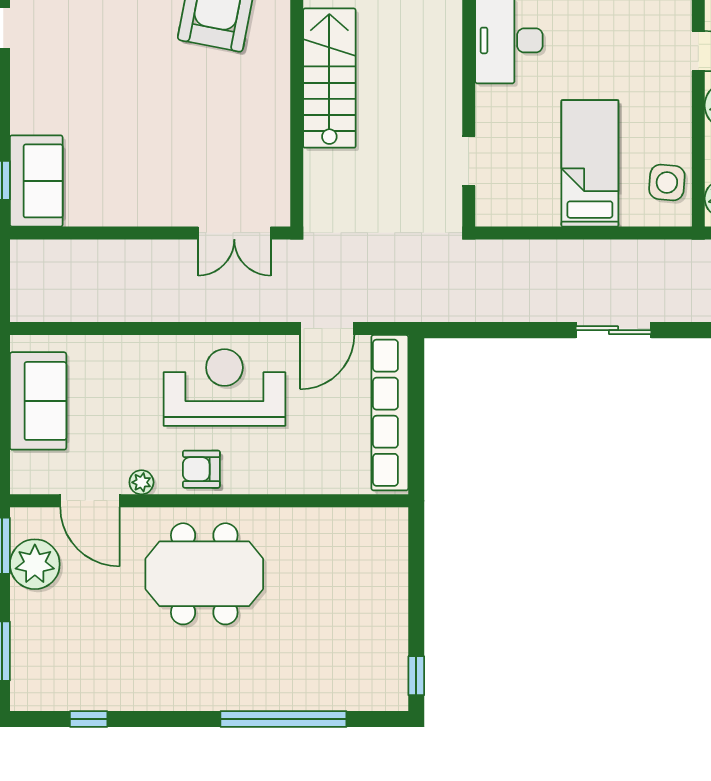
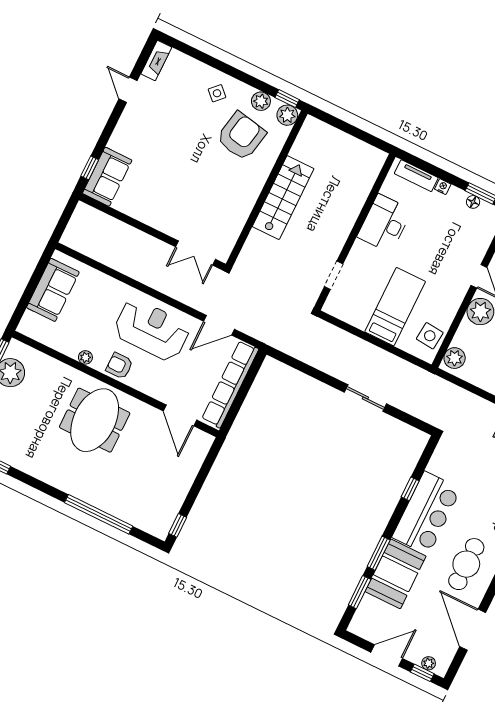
door: (90, 501) -> (180, 415), moved
meeting table: (204, 574) -> (95, 420), turned 90

